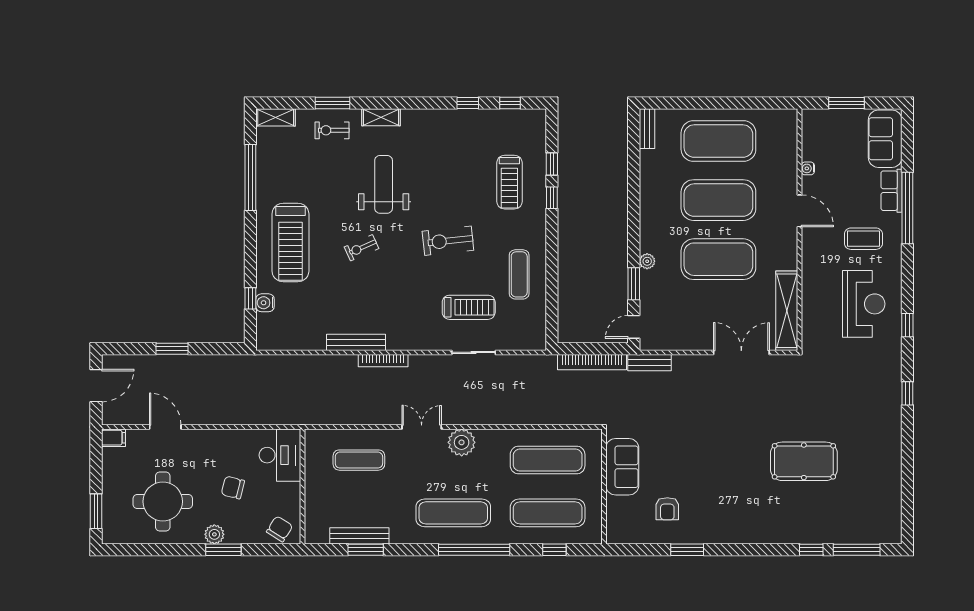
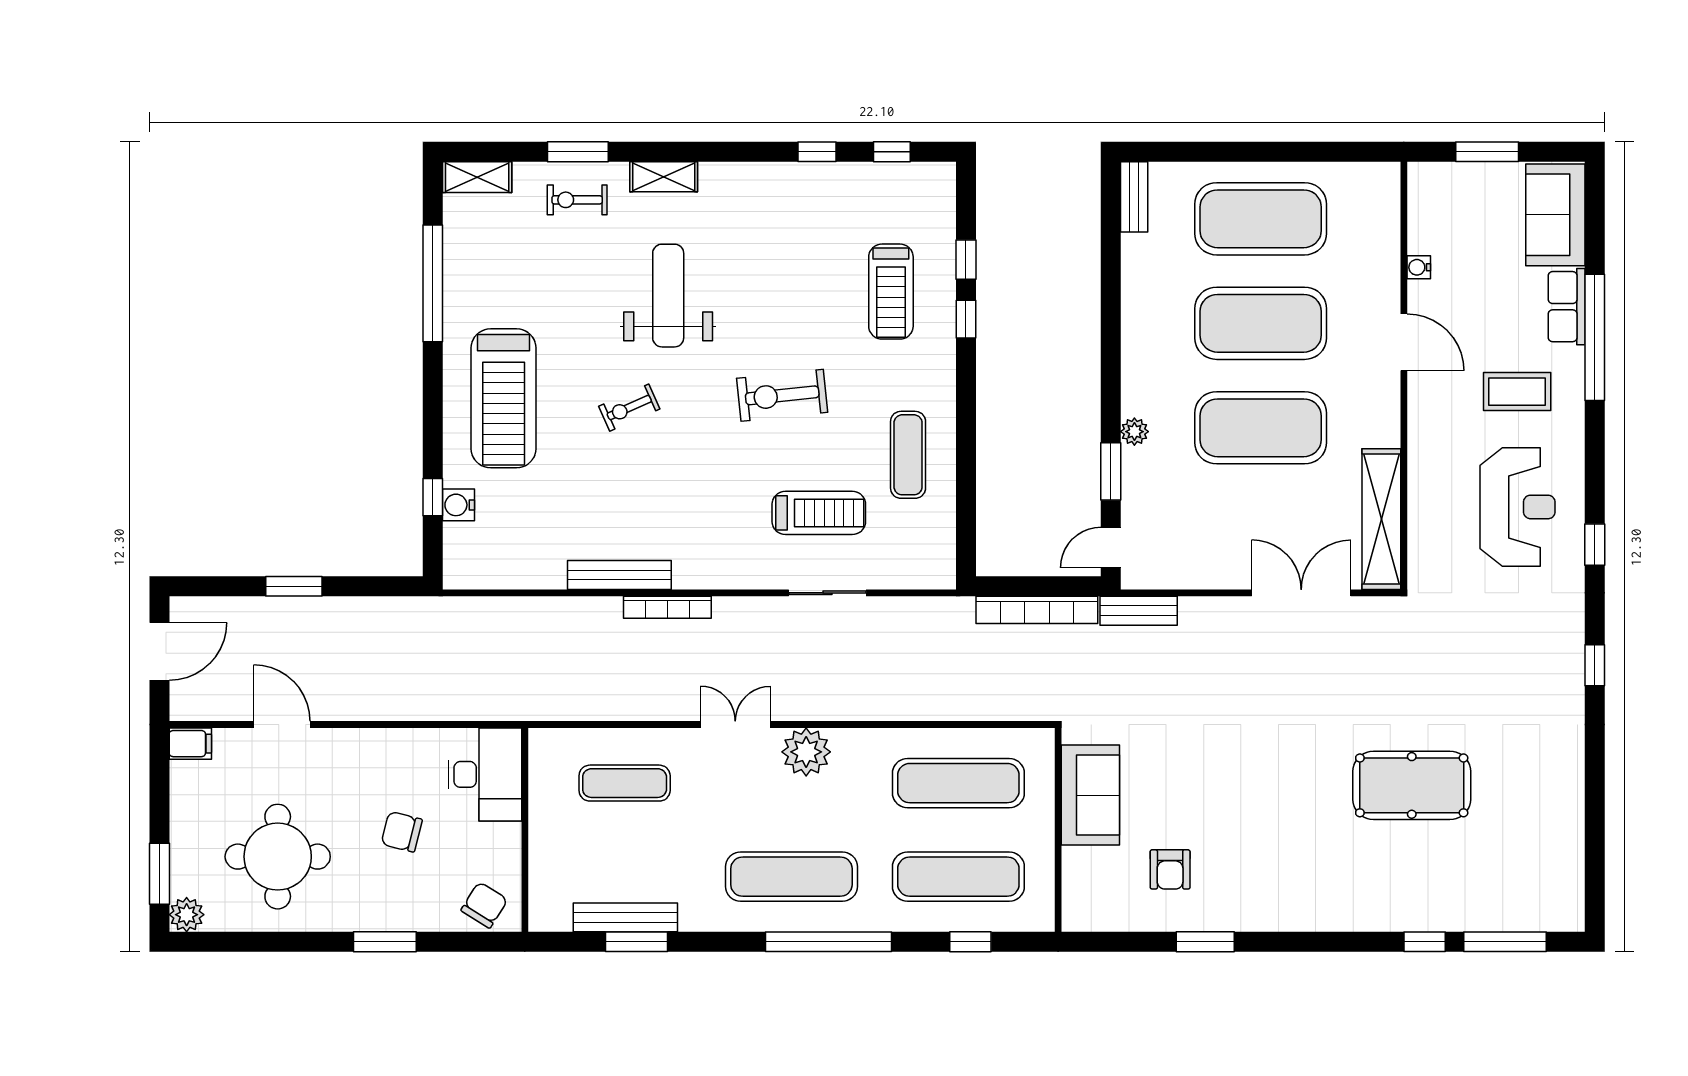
plant: (214, 534) -> (187, 915), moved

